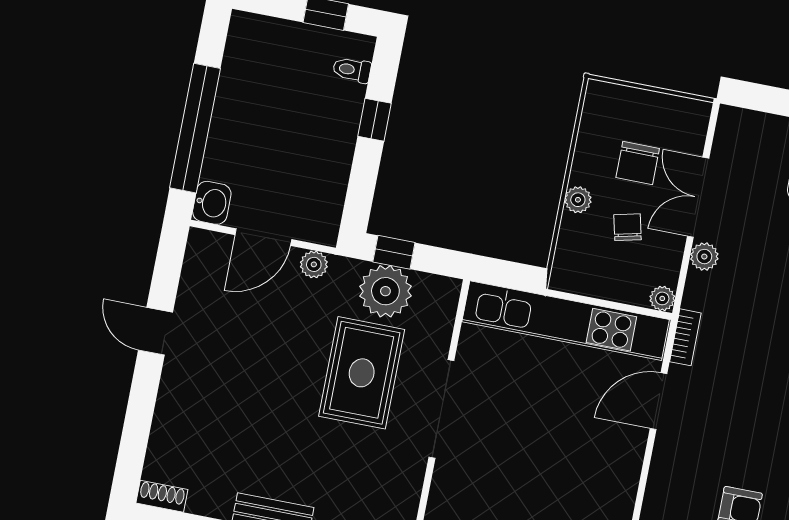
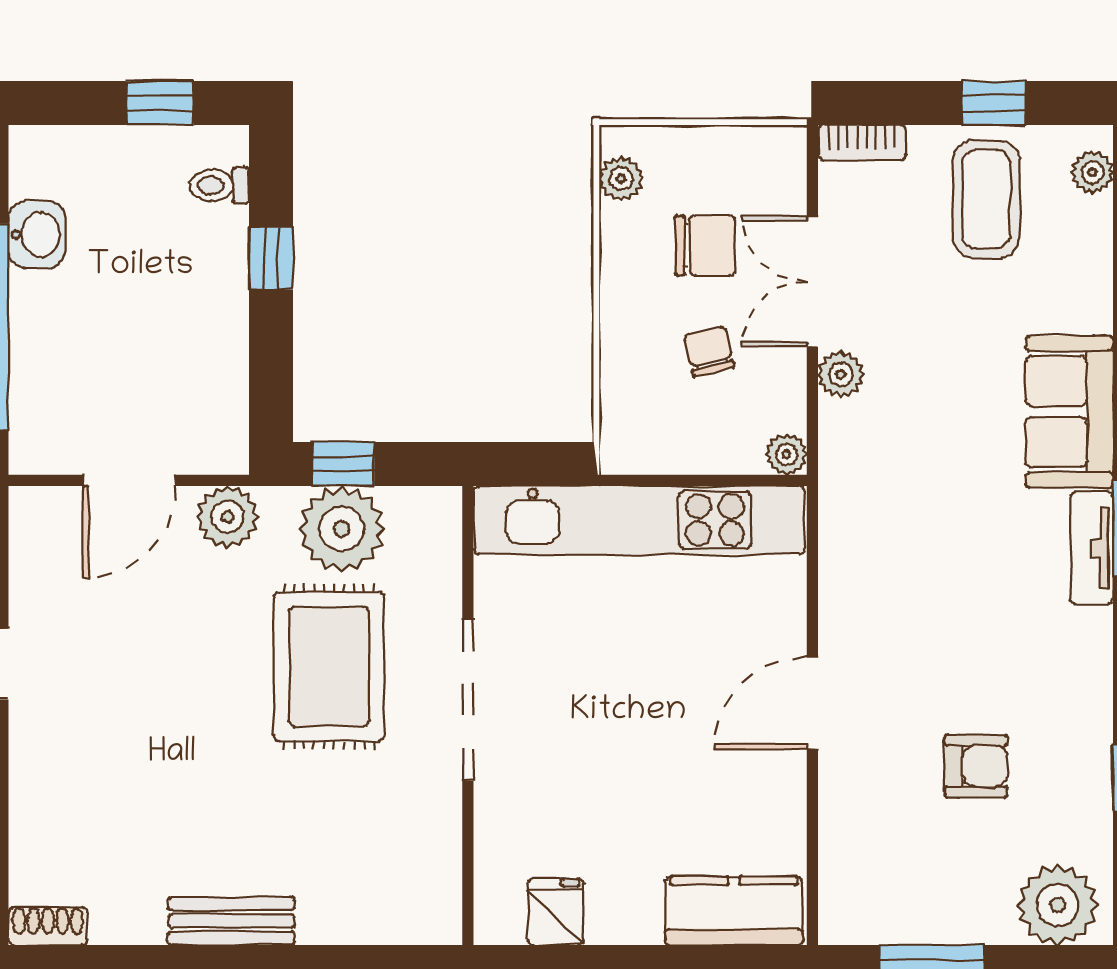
chair: (638, 163) -> (705, 245), turned -90
plant: (578, 200) -> (621, 179), moved
washbasin: (212, 203) -> (37, 235), moved
plant: (314, 264) -> (227, 517), width x1.38, depth x1.38
bookcase: (685, 337) -> (862, 142), moved, turned 90
door: (658, 401) -> (812, 703), moved

